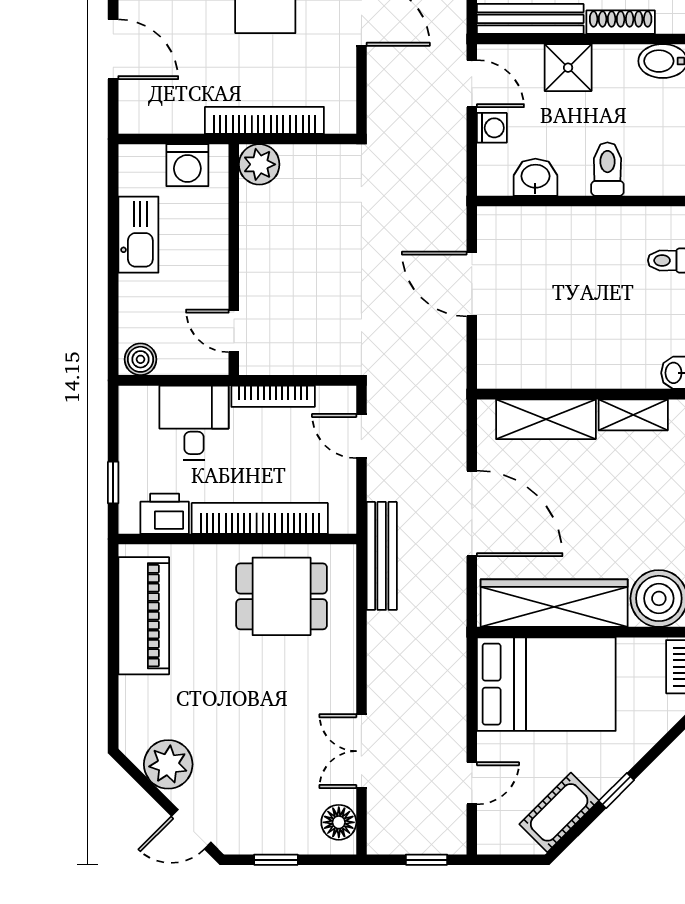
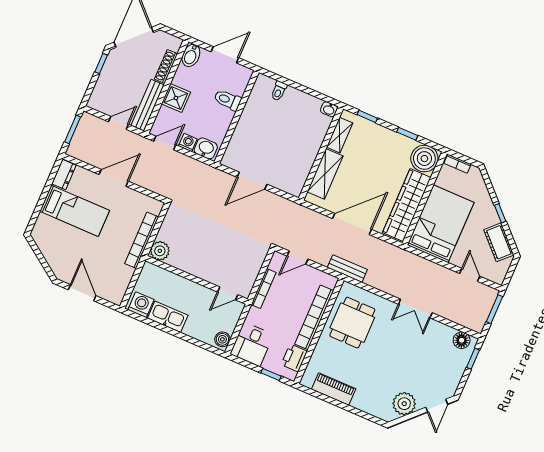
door: (113, 49) -> (82, 293), hinge flipped
washing machine: (187, 165) -> (141, 305), moved, turned -90
washbasin: (535, 177) -> (206, 148), moved, turned 90
desk: (194, 423) -> (252, 344), moved, turned -90
bench: (382, 556) -> (347, 269), width x0.73
piano: (144, 616) -> (334, 389), width x0.73, depth x0.75
double door: (361, 751) -> (415, 308), moved
window: (276, 860) -> (473, 359), moved
window: (427, 860) -> (494, 309), width x1.50

